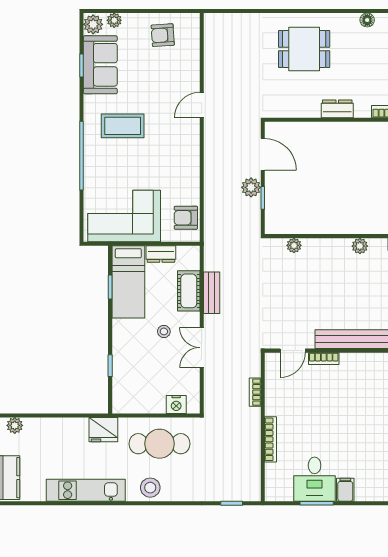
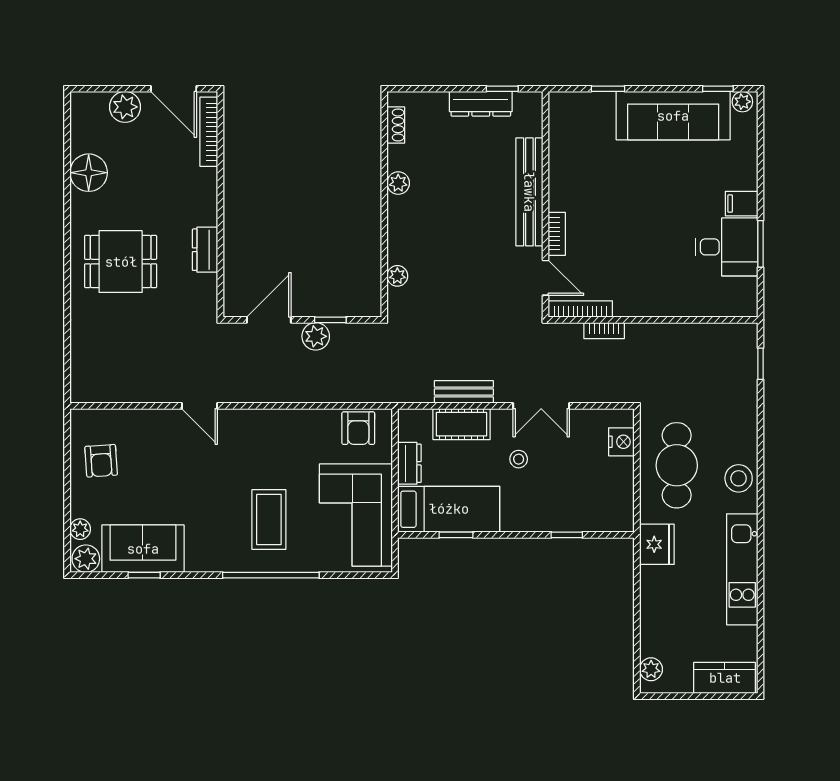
floor lamp: (367, 20) -> (89, 173), width x1.89, depth x1.89
dining table: (304, 49) -> (121, 262), turned 90
dresser: (337, 109) -> (205, 250), moved
coffee table: (123, 126) -> (269, 519), moved
bookcase: (270, 439) -> (580, 309), moved

